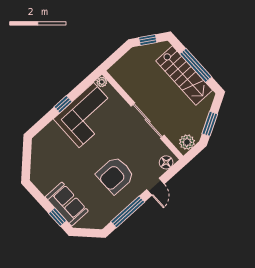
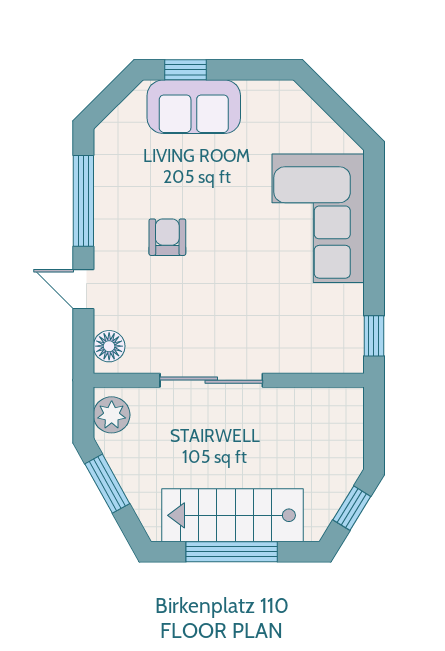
plant: (102, 82) -> (352, 361), removed
window: (63, 104) -> (374, 336), moved
corner sofa: (86, 115) -> (318, 218), moved
armchair: (115, 175) -> (167, 237), width x0.53, depth x0.53

